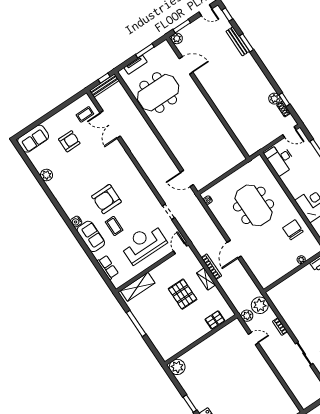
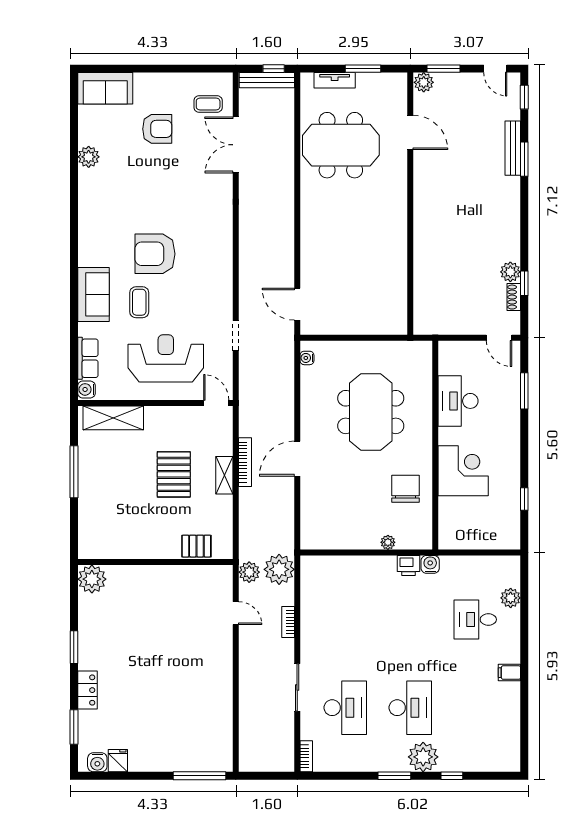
desk: (280, 159) -> (458, 401), moved
water cooler: (76, 222) -> (86, 389), moved
door: (180, 248) -> (216, 403), hinge flipped

